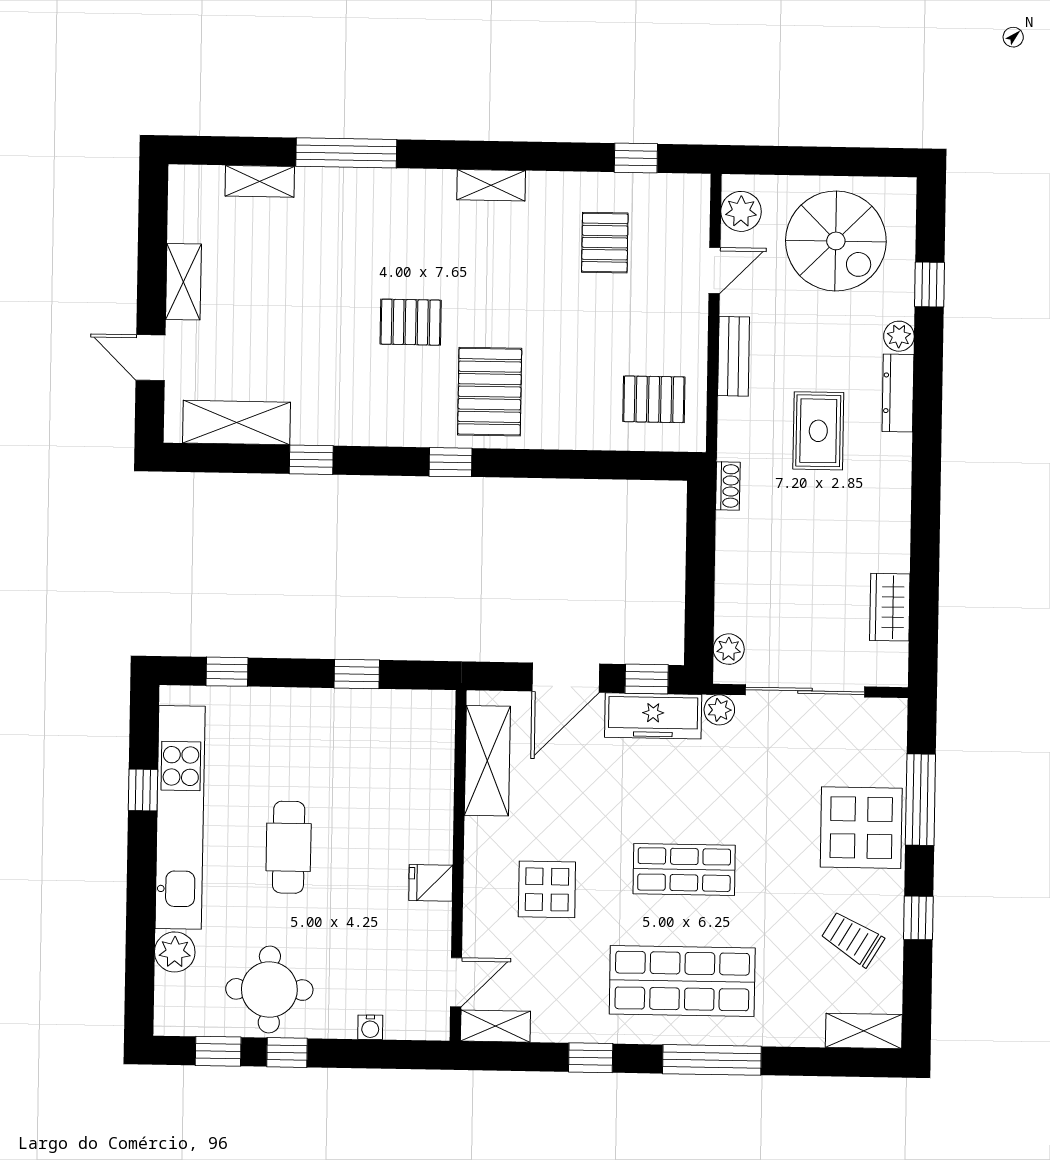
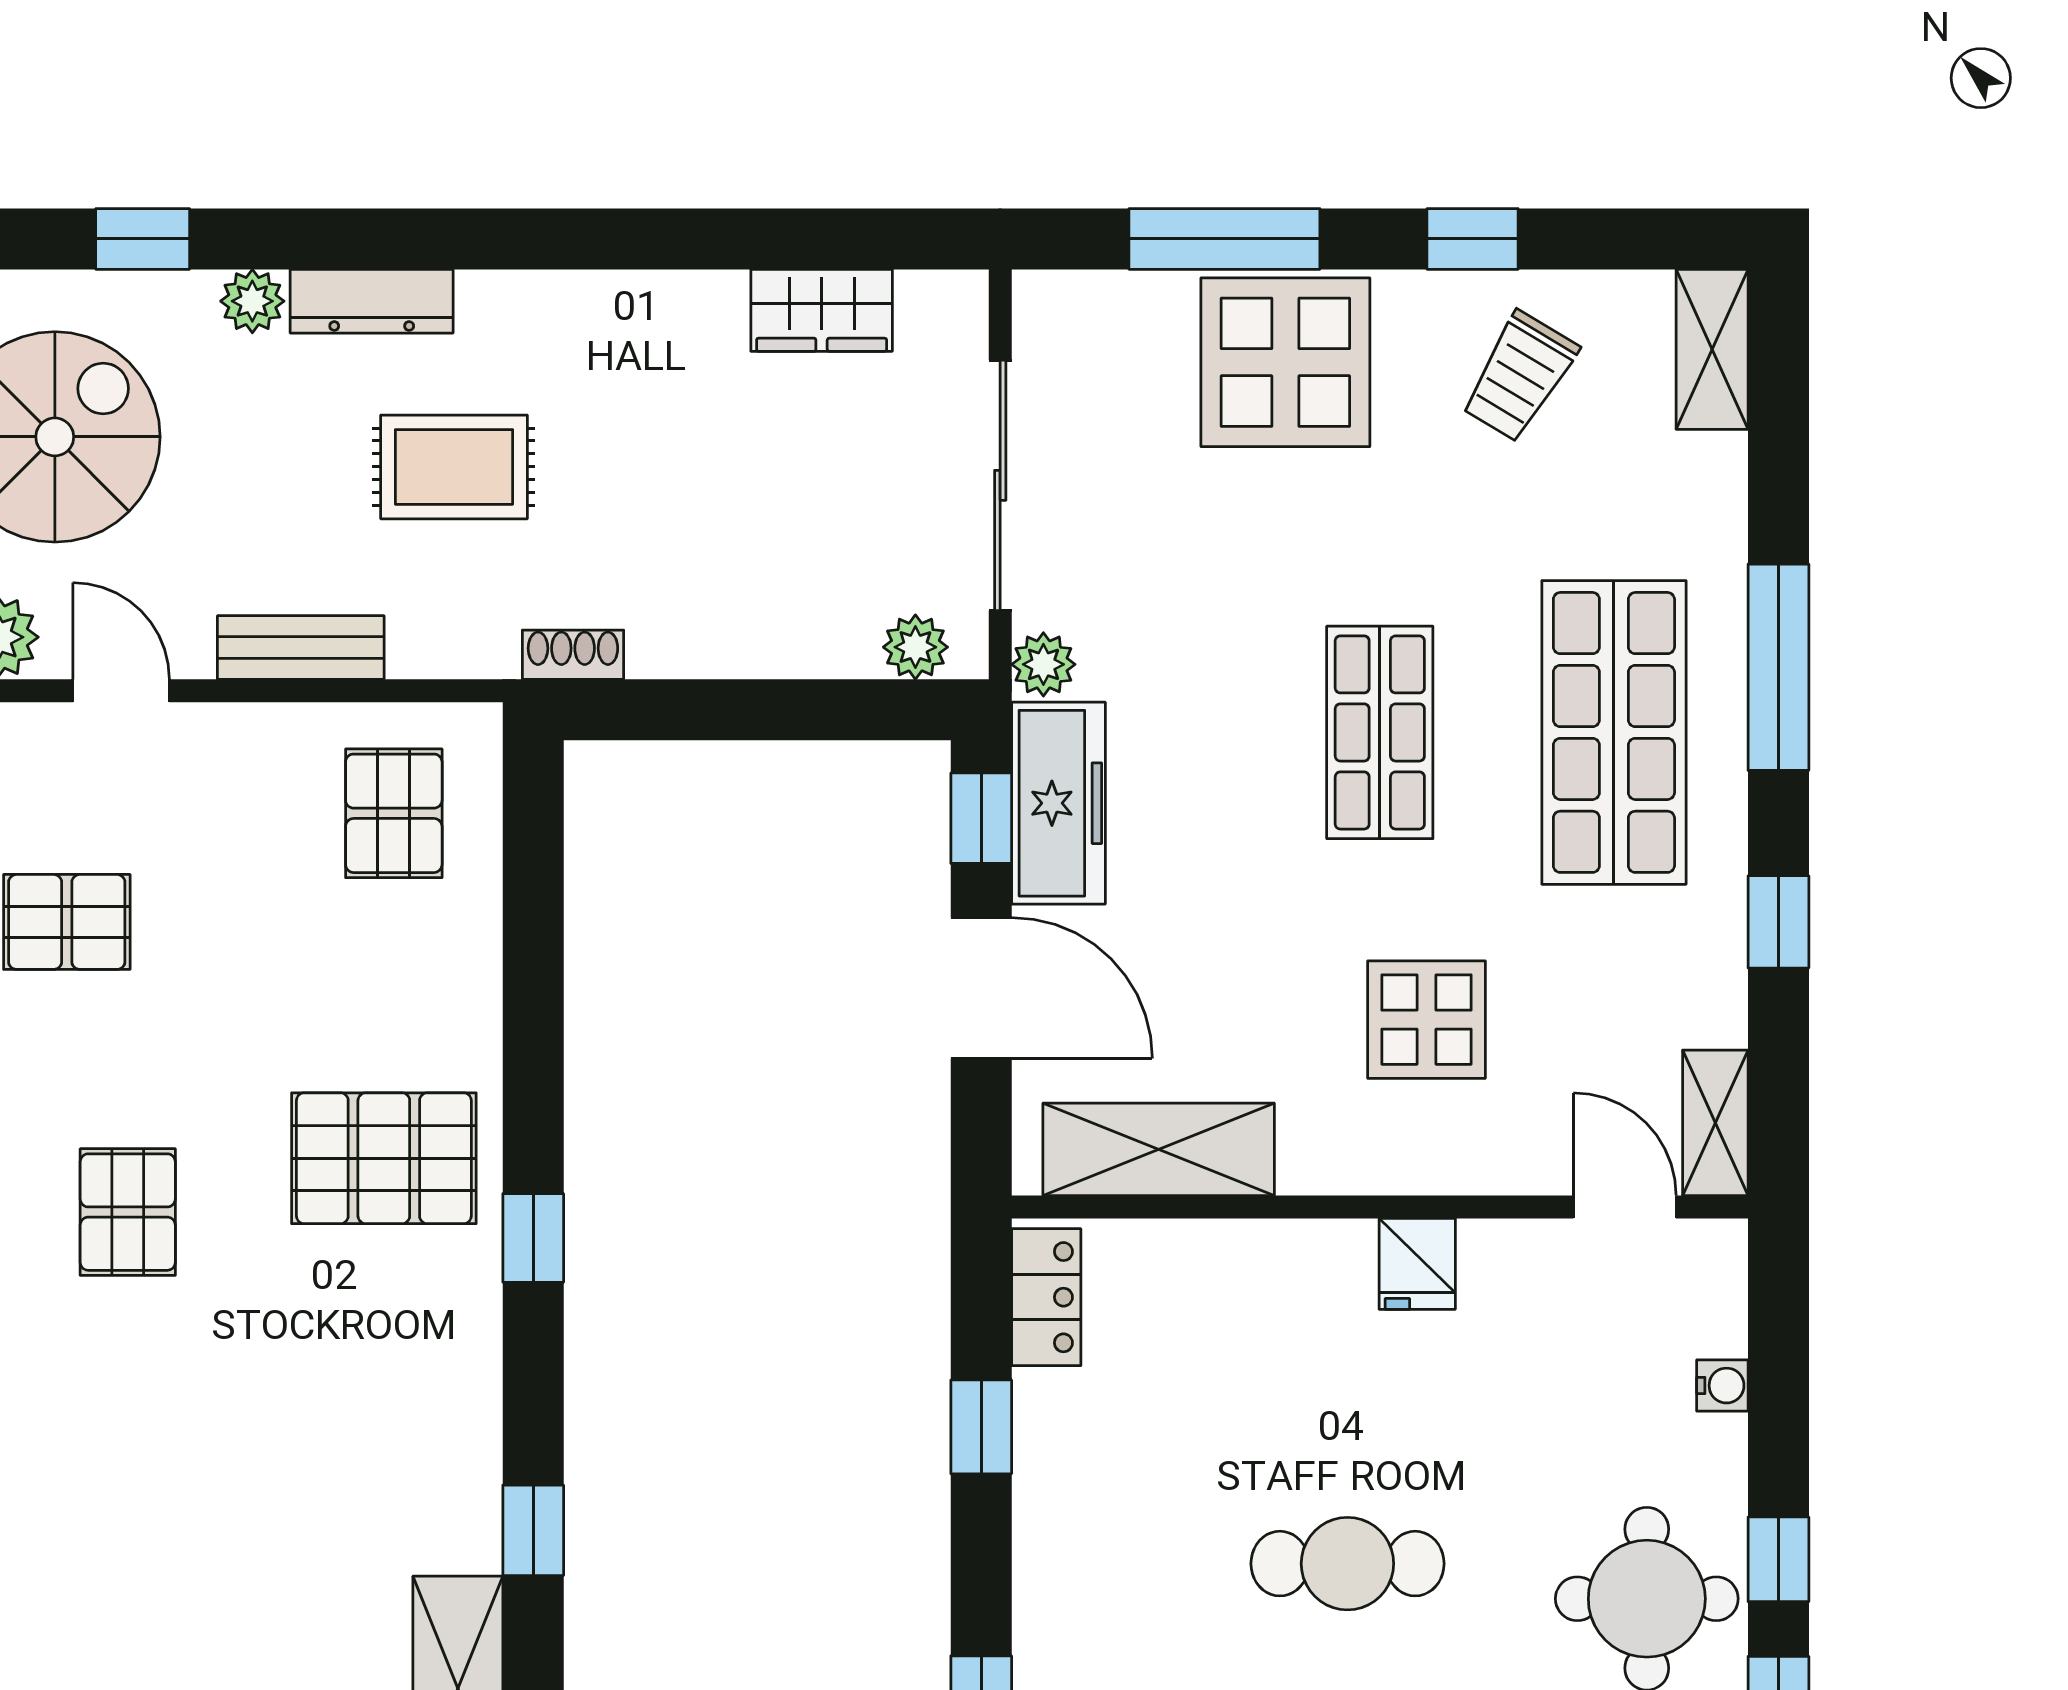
pallet: (411, 322) -> (128, 1212), moved
locker: (418, 706) -> (1046, 1297), added

